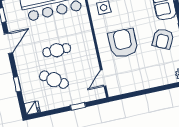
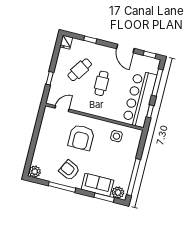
armchair: (123, 43) -> (81, 138), turned 90
door: (103, 78) -> (62, 109), hinge flipped

